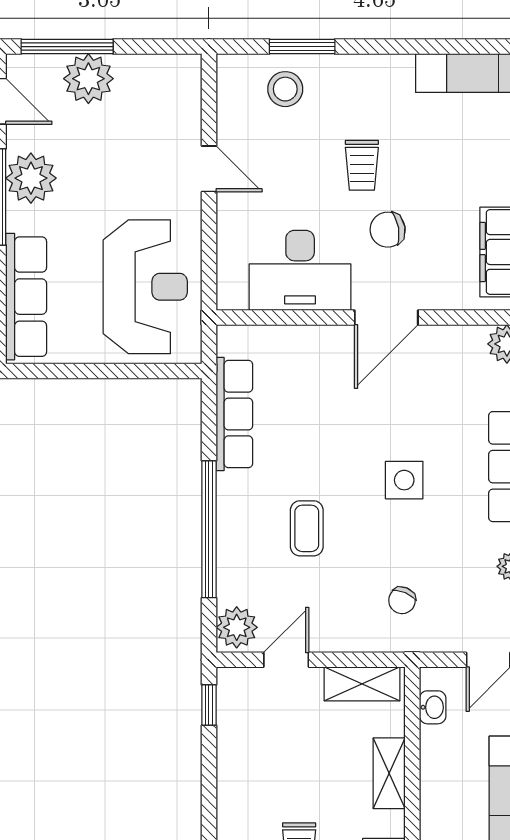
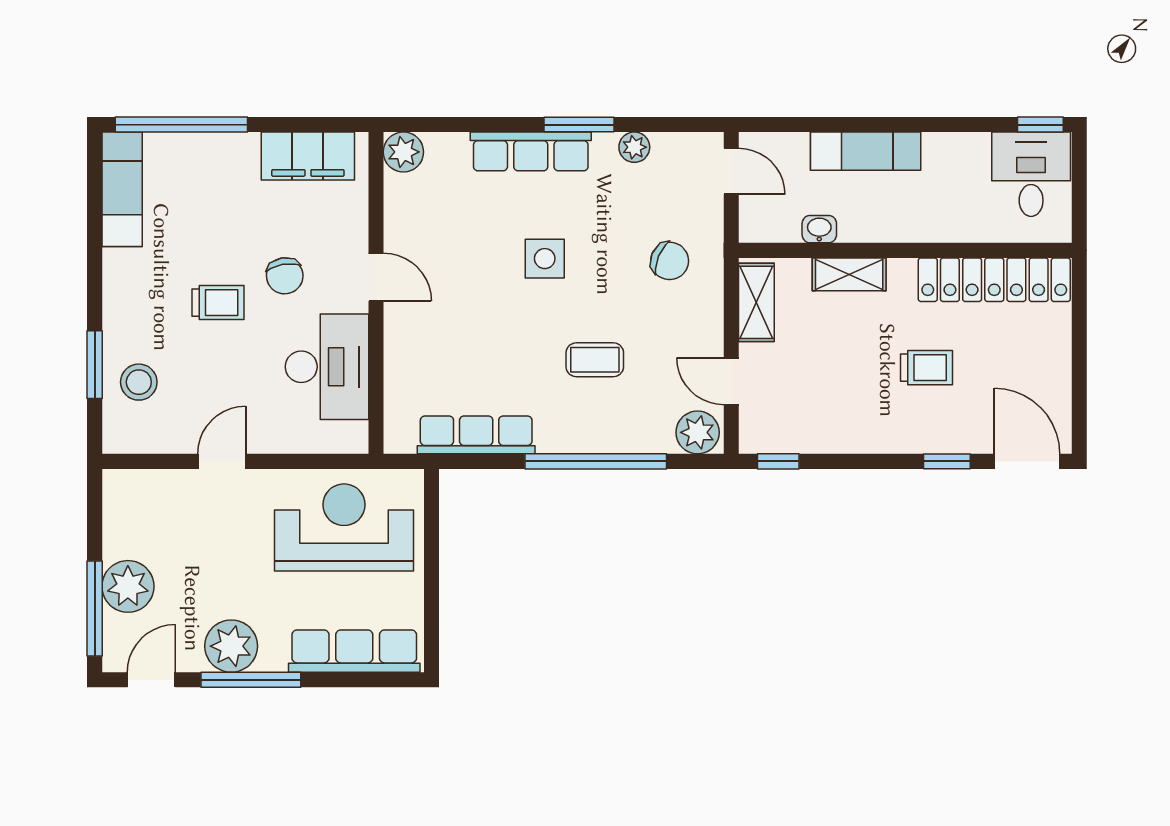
door: (386, 318) -> (376, 277), width x0.73
chair: (402, 600) -> (670, 261), width x1.37, depth x1.37
washbasin: (433, 707) -> (819, 229), moved

